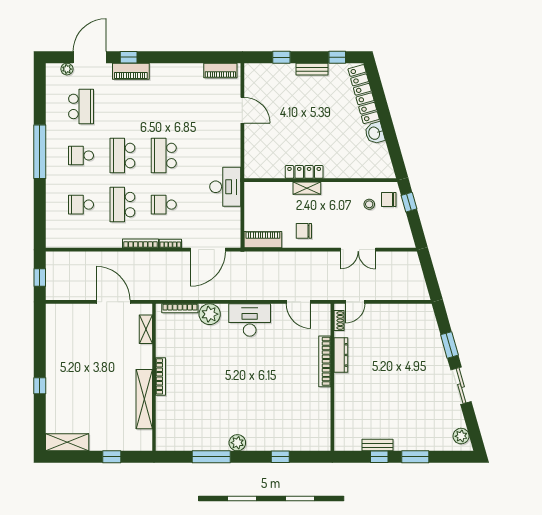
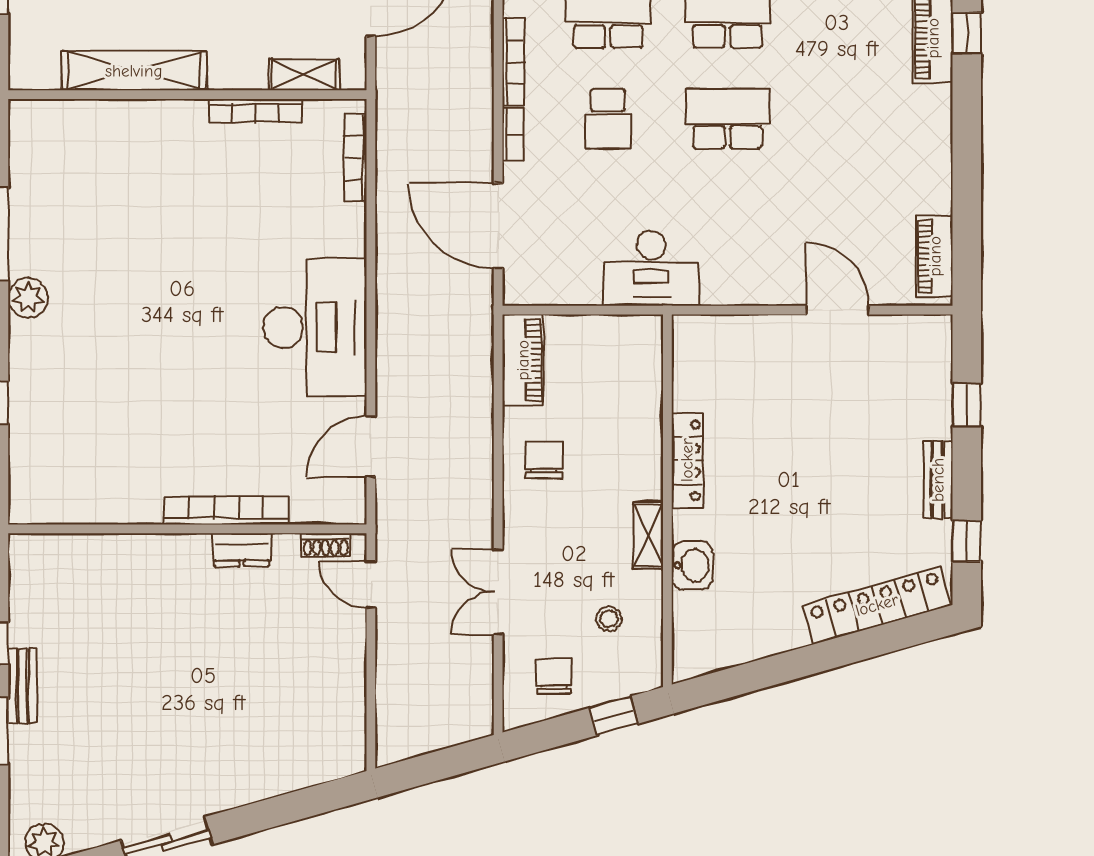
door: (242, 110) -> (838, 310), swing flipped
washbasin: (375, 133) -> (692, 565), moved, turned 106
shelving: (307, 188) -> (648, 535), moved
chair: (389, 199) -> (554, 677), moved
school desk: (164, 205) -> (608, 119), turned 180
plant: (210, 314) -> (341, 230), removed
desk: (250, 320) -> (315, 328), width x1.36, depth x1.30
window: (449, 345) -> (266, 814), removed
dresser: (341, 355) -> (242, 550), width x0.70
bookcase: (161, 376) -> (255, 111), moved
bench: (378, 445) -> (22, 686), moved

